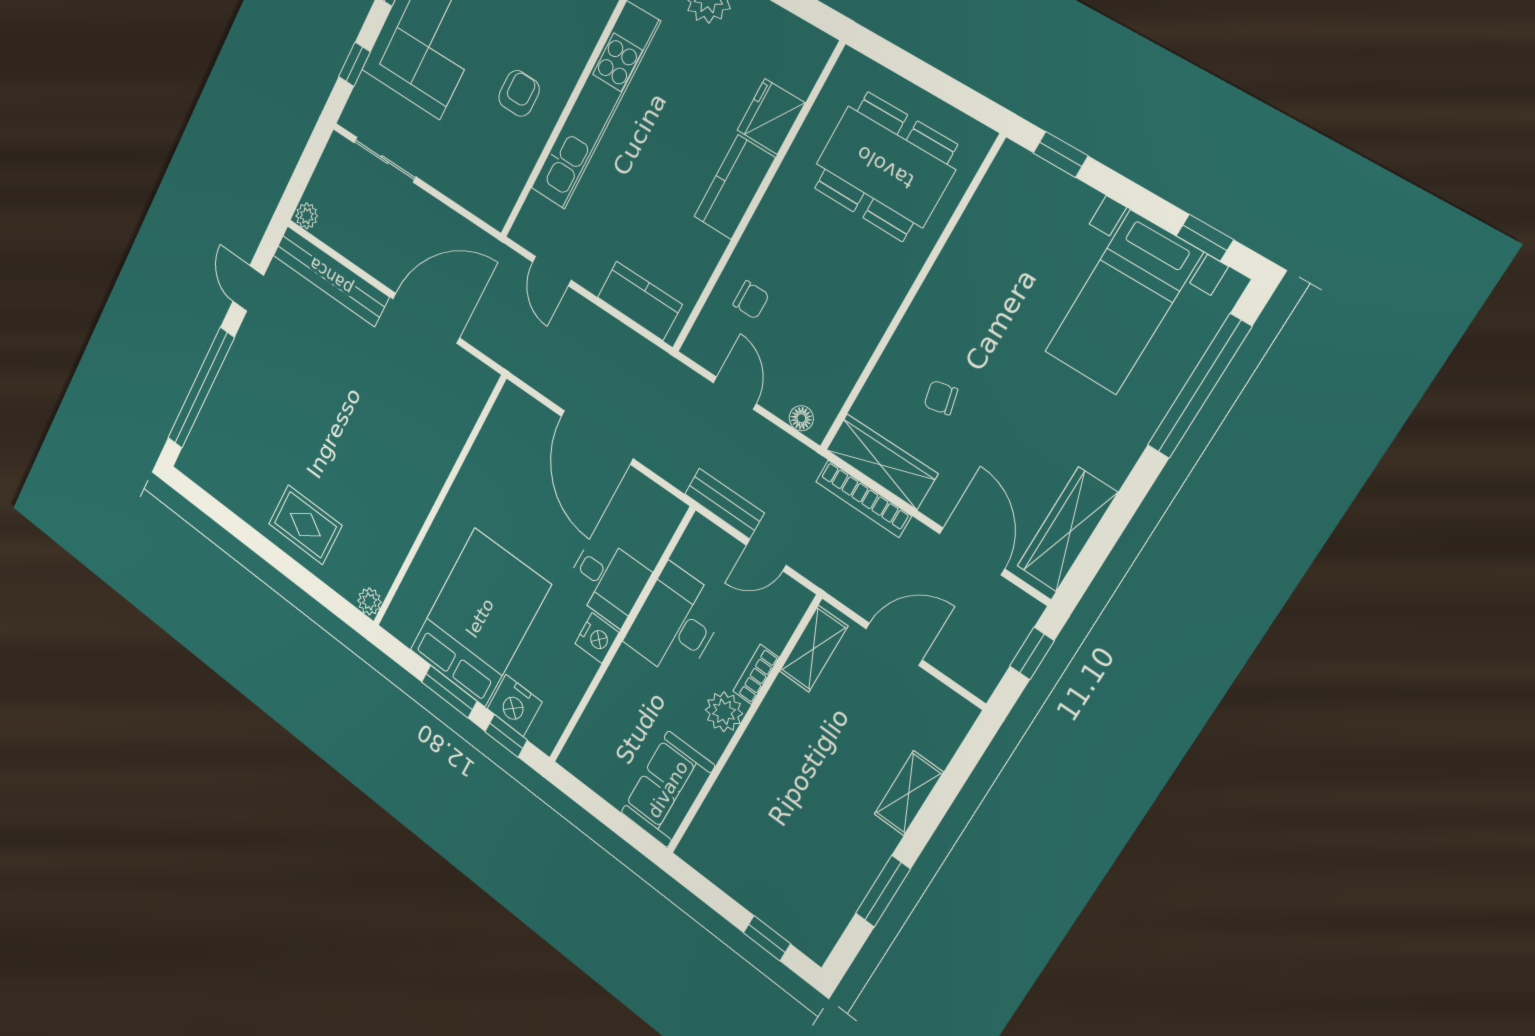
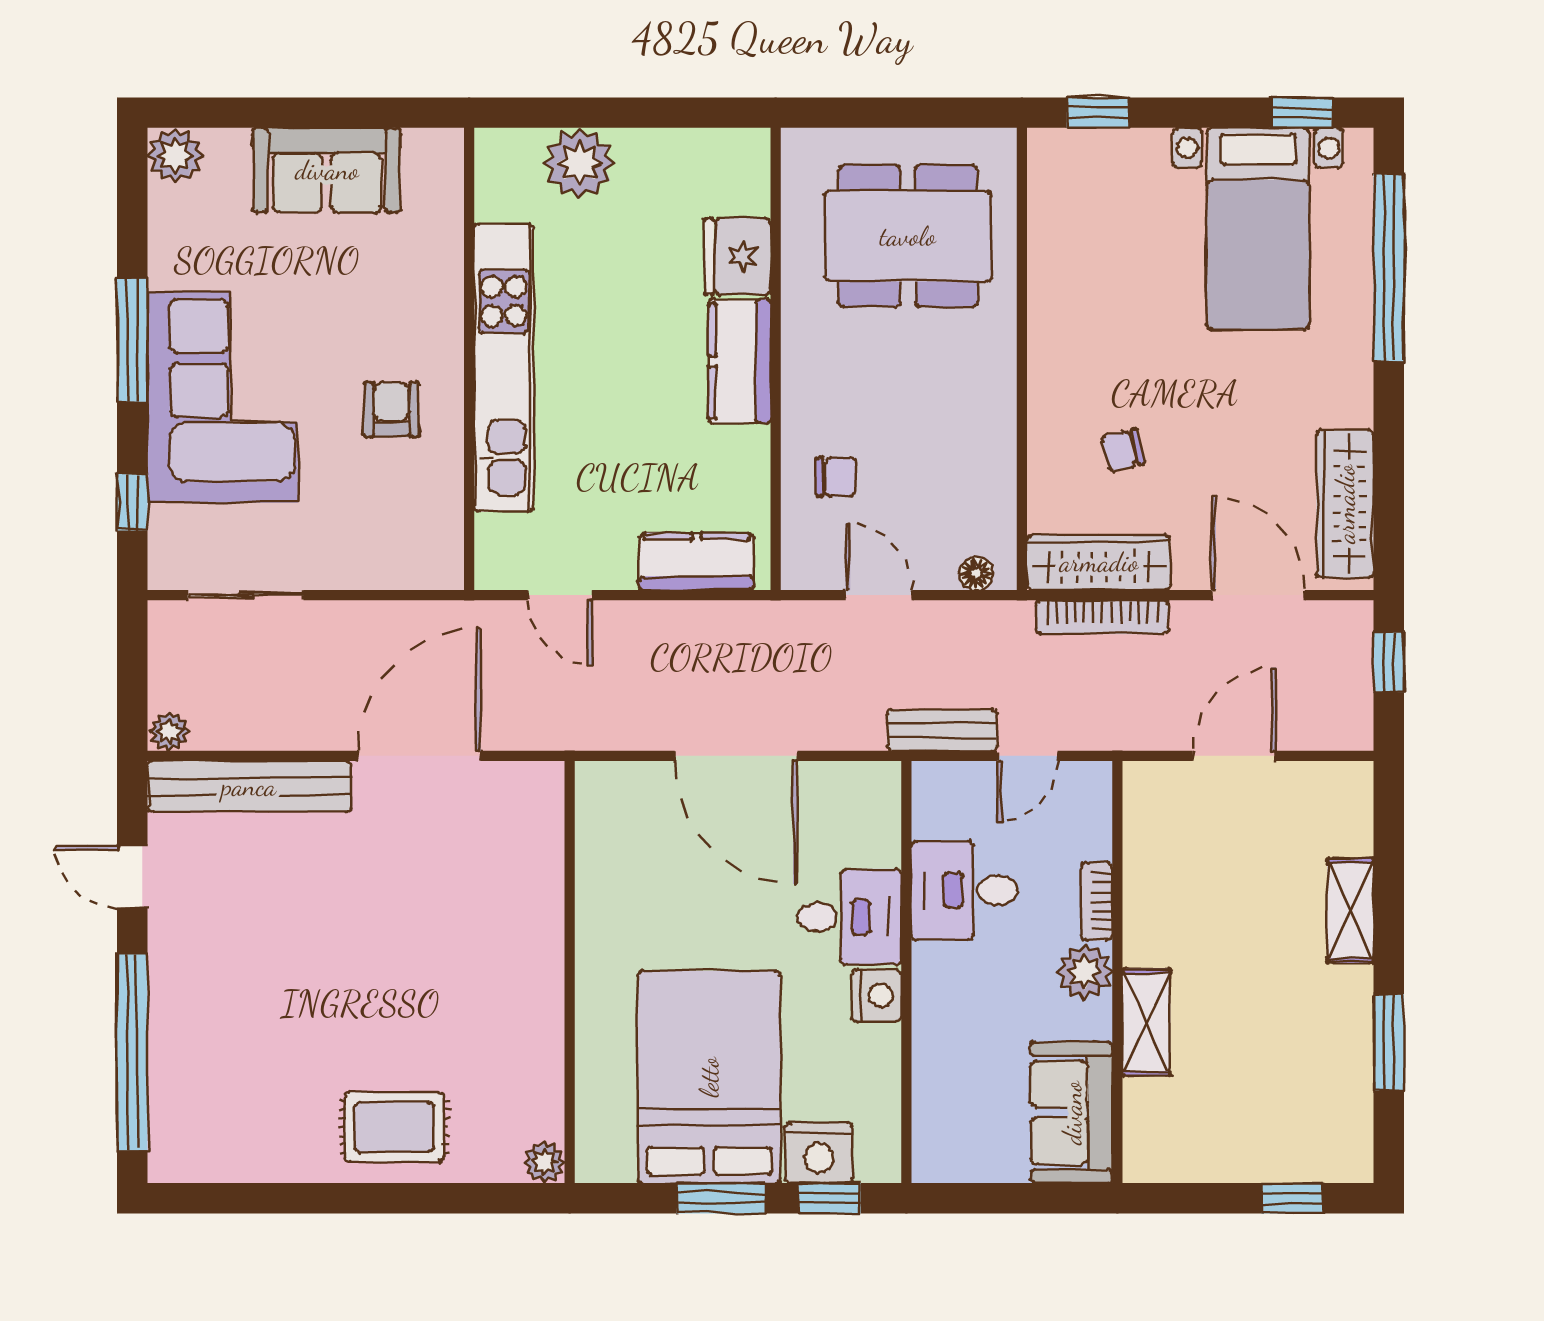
desk: (676, 623) -> (965, 890), width x0.73
shelving: (814, 649) -> (1146, 1022), moved

